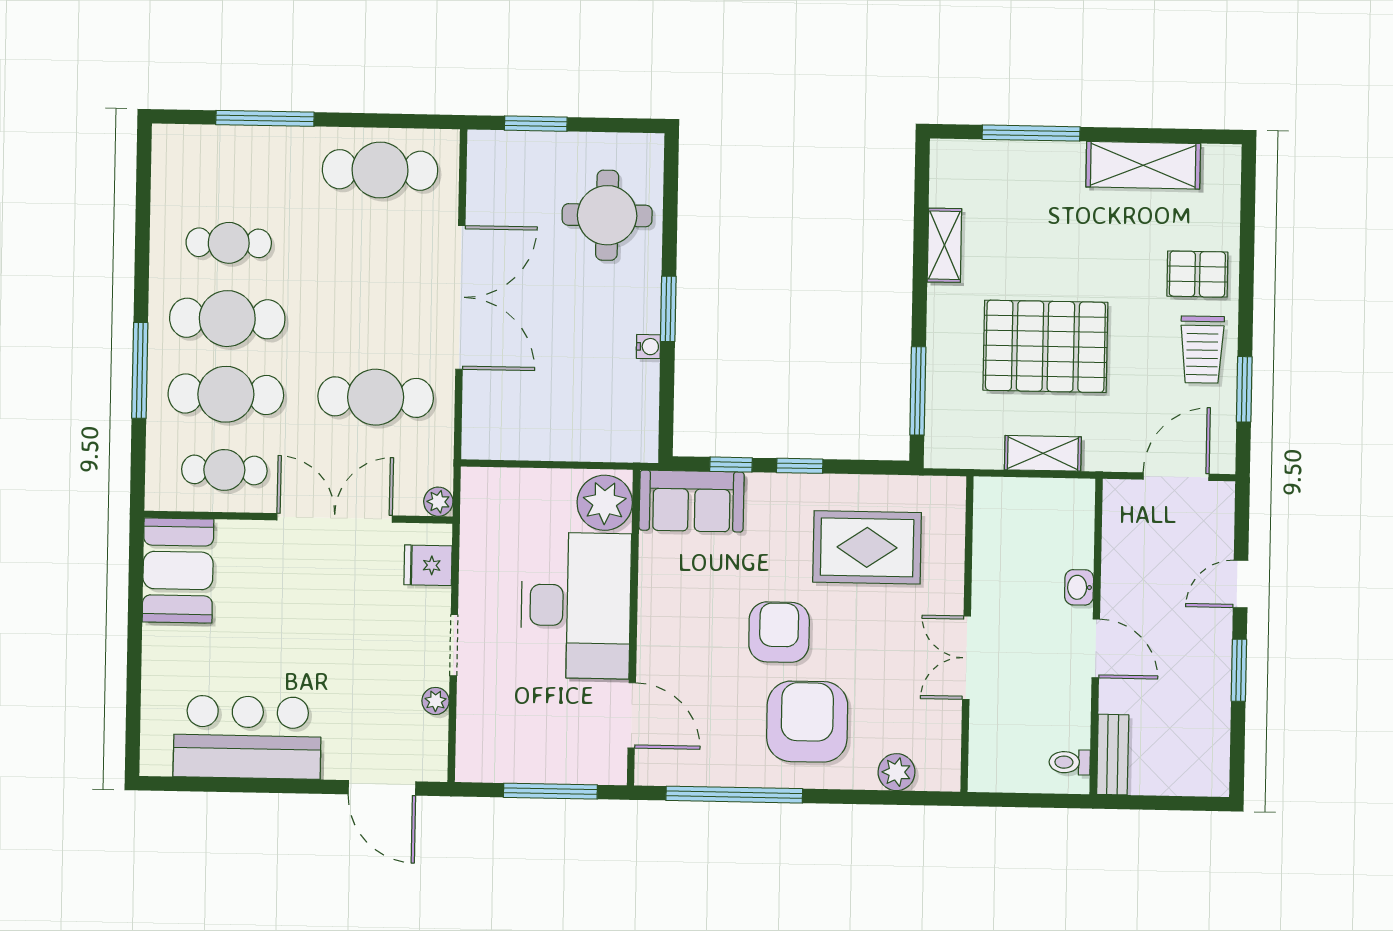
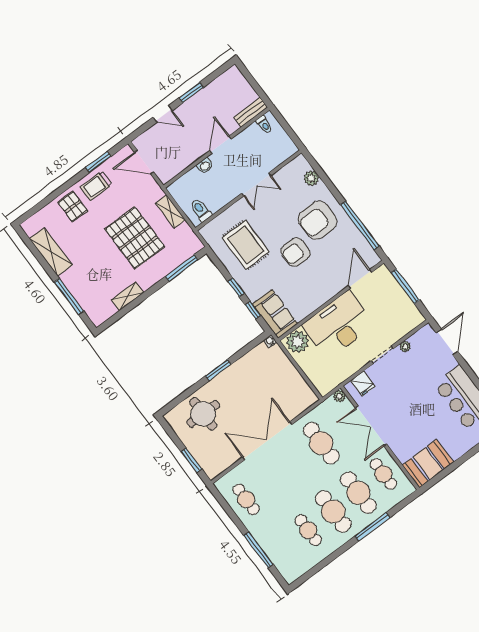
cafe table: (380, 170) -> (246, 499), width x0.73, depth x0.74
water cooler: (648, 347) -> (270, 341), moved
trolley: (1202, 350) -> (96, 186), turned 180
toilet: (1000, 513) -> (201, 210), added

